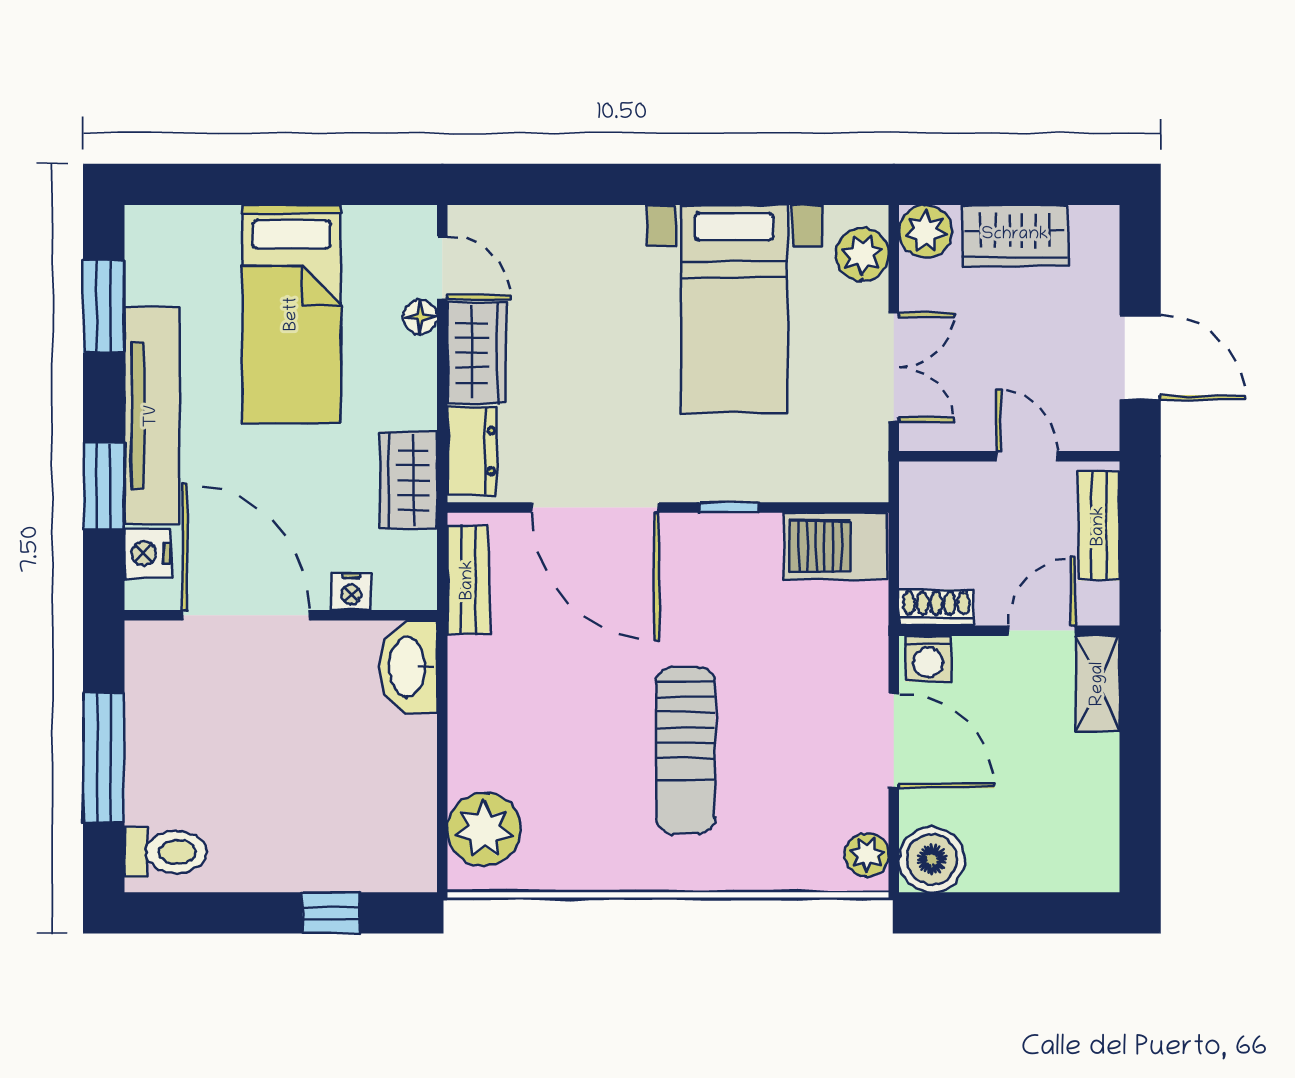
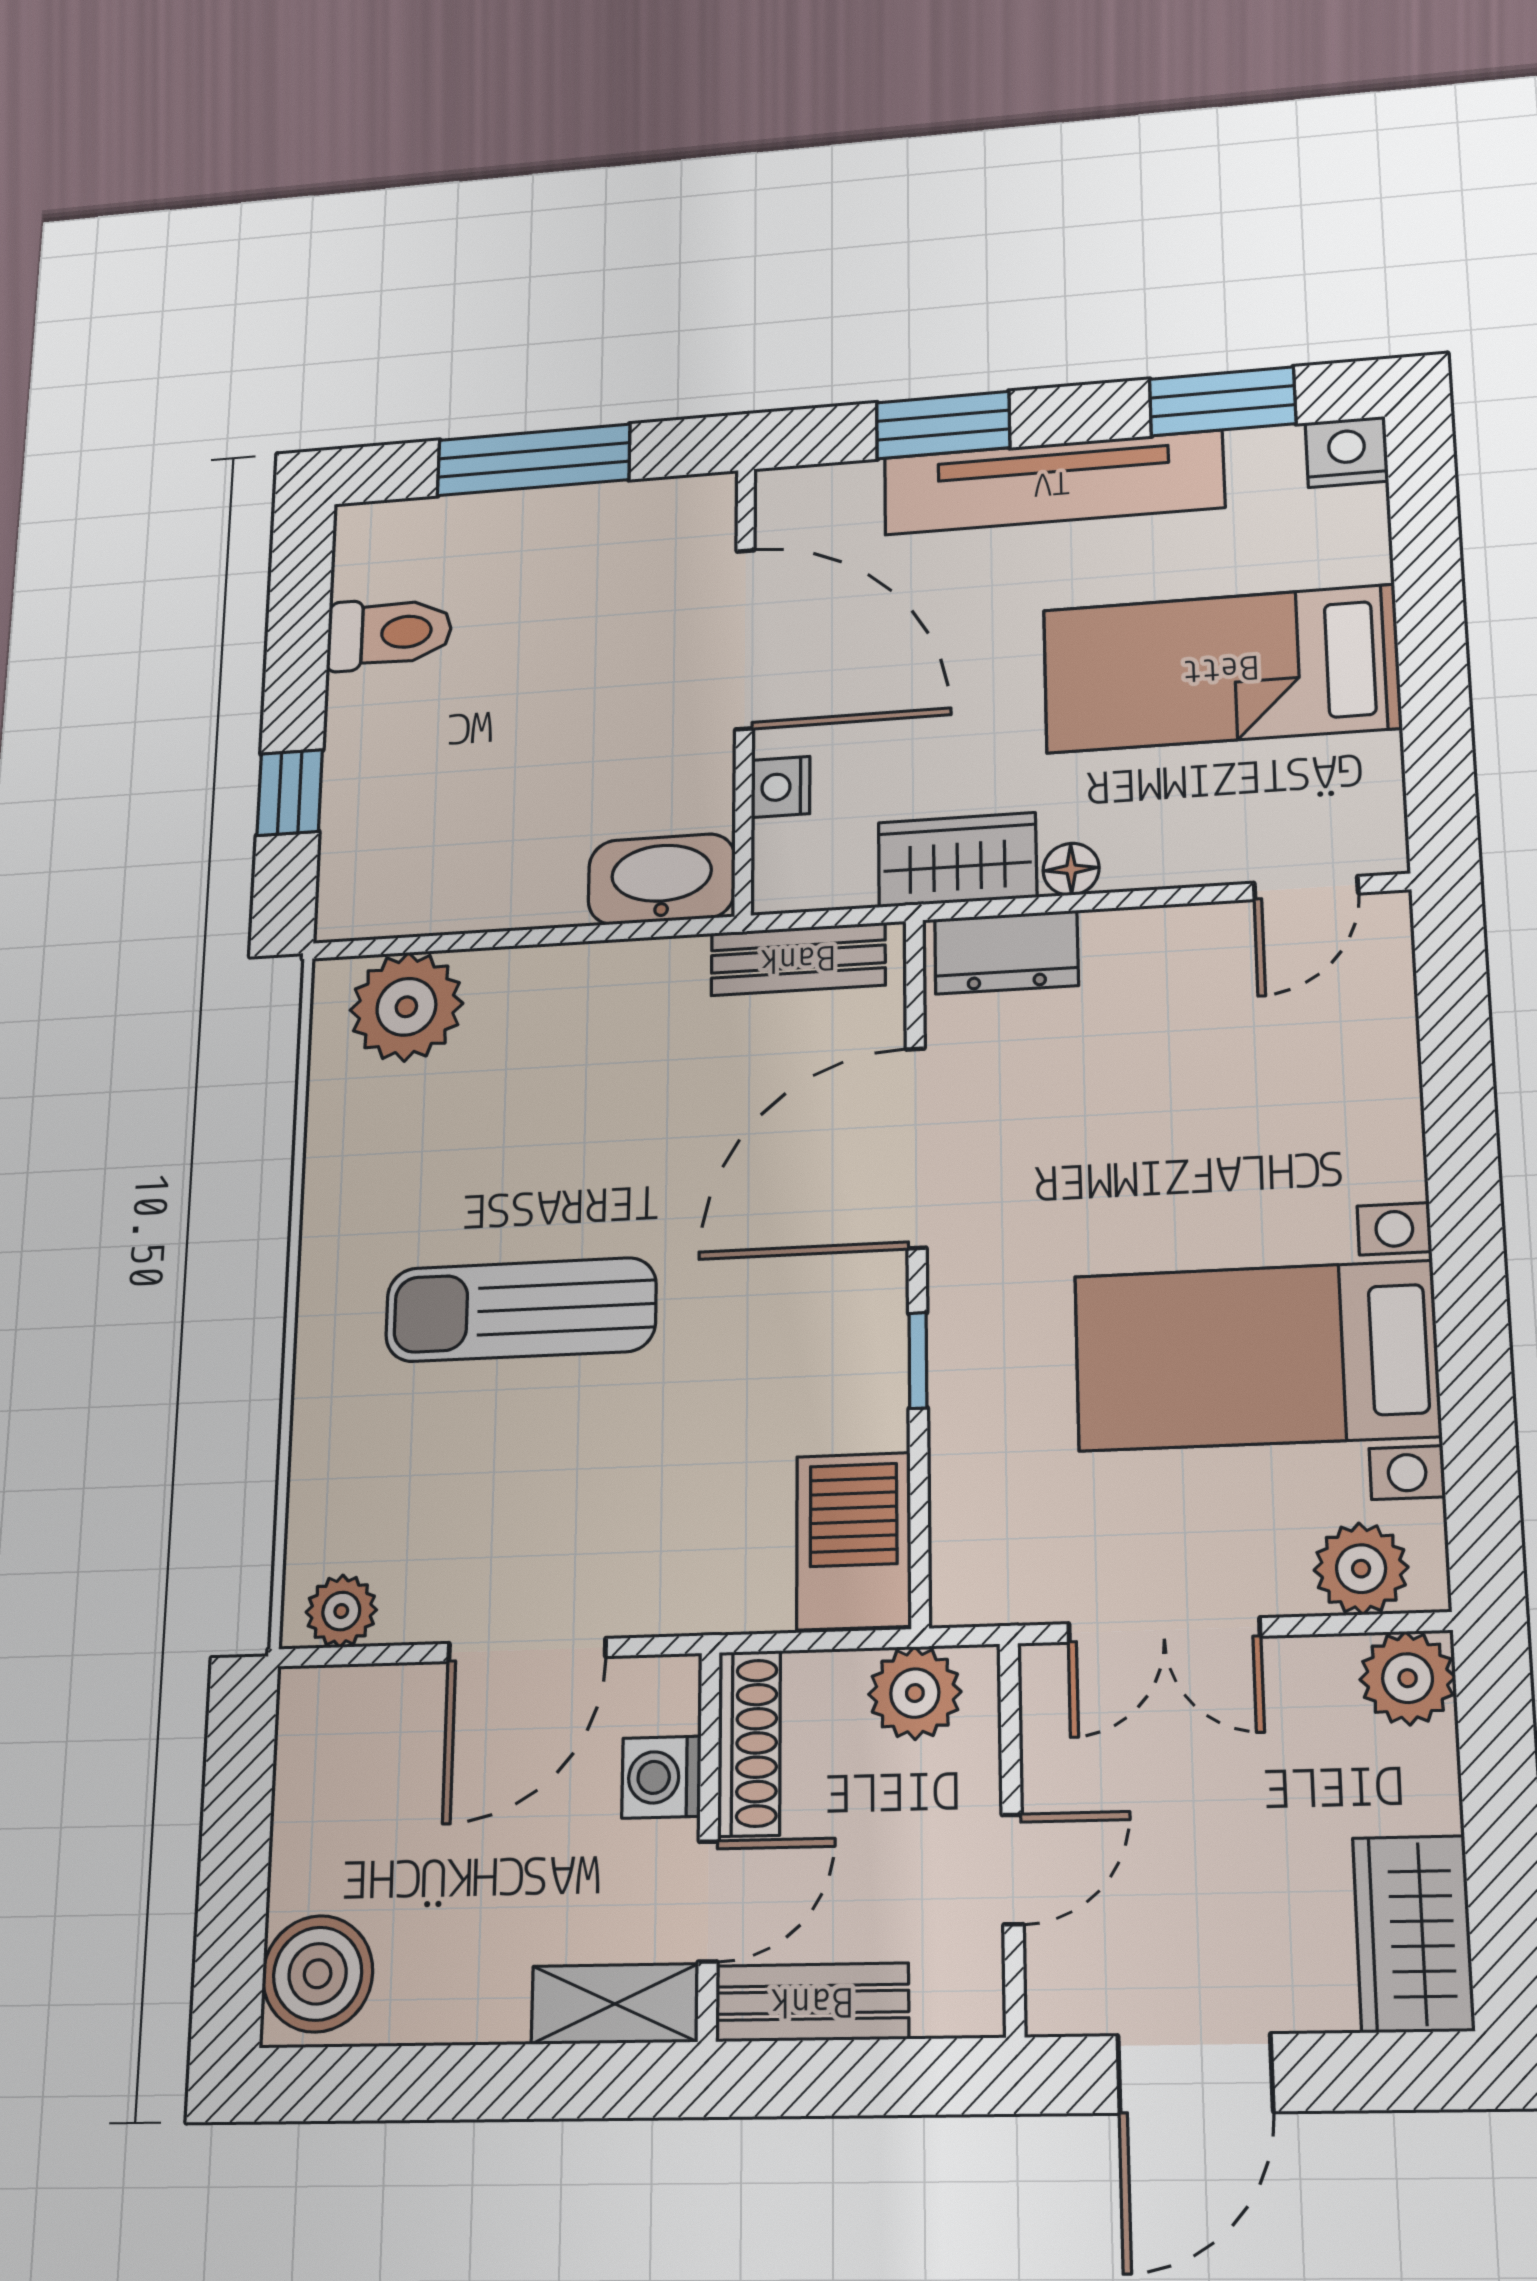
wardrobe: (1015, 235) -> (1413, 1934), moved
floor lamp: (420, 317) -> (1071, 869), moved
wardrobe: (477, 353) -> (1168, 949), removed
plant: (926, 511) -> (915, 1693), added
bench: (1099, 526) -> (812, 2002), moved
nightstand: (147, 553) -> (1347, 452), moved
shoe rack: (936, 607) -> (749, 1743), width x1.43
door: (246, 615) -> (745, 639), hinge flipped
door: (1042, 631) -> (708, 1901), hinge flipped
washing machine: (928, 659) -> (661, 1777), moved
toilet: (166, 852) -> (389, 633), moved, turned -90
boiler: (932, 859) -> (318, 1974), moved

